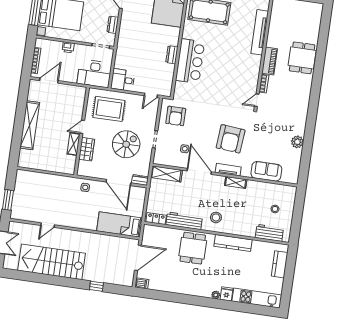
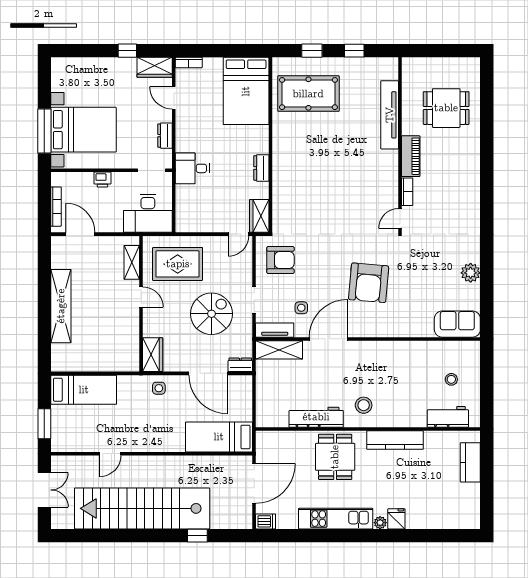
dining table: (302, 58) -> (446, 108), moved, turned 90
bar counter: (190, 61) -> (290, 174), removed
desk: (123, 80) -> (192, 168), moved
door: (49, 81) -> (80, 234), hinge flipped
wardrobe: (166, 86) -> (259, 216), added
armchair: (176, 116) -> (280, 260), turned -90
door: (82, 127) -> (141, 297), swing flipped
shelving: (74, 144) -> (132, 262), moved
wardrobe: (87, 149) -> (153, 355), moved
tv unit: (228, 170) -> (275, 330), moved
door: (199, 171) -> (328, 339), hinge flipped
sofa: (266, 171) -> (457, 324), moved
bed: (37, 181) -> (84, 390), added
shelving: (236, 183) -> (386, 348), removed
locker: (156, 219) -> (273, 420), removed
stairs: (52, 262) -> (142, 508), width x1.36
kitchen unit: (257, 298) -> (336, 519), moved

